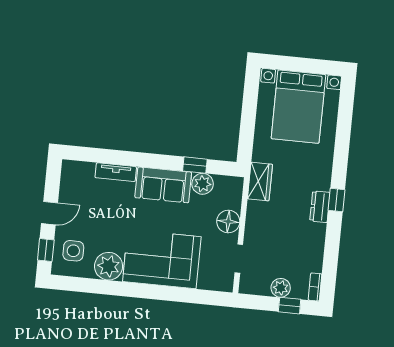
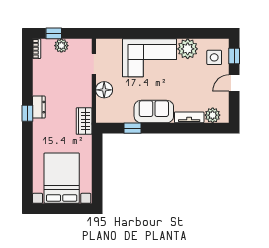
plant: (203, 184) -> (213, 115), moved

